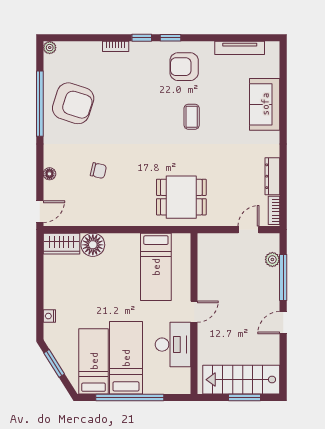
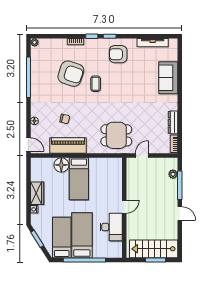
armchair: (73, 103) -> (71, 74), moved
coffee table: (192, 117) -> (96, 84), moved
door: (40, 212) -> (28, 144), hinge flipped
piano: (104, 213) -> (68, 146), added
door: (249, 230) -> (142, 156), moved
wardrobe: (61, 244) -> (37, 193), moved, turned -90
bed: (156, 267) -> (79, 179), moved
door: (283, 323) -> (180, 213), swing flipped

